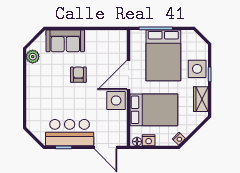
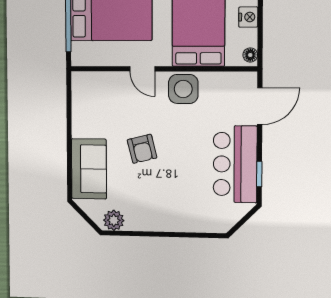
armchair: (78, 75) -> (142, 149), turned -104
door: (128, 75) -> (142, 69), width x0.53
nightstand: (149, 140) -> (248, 17), moved

